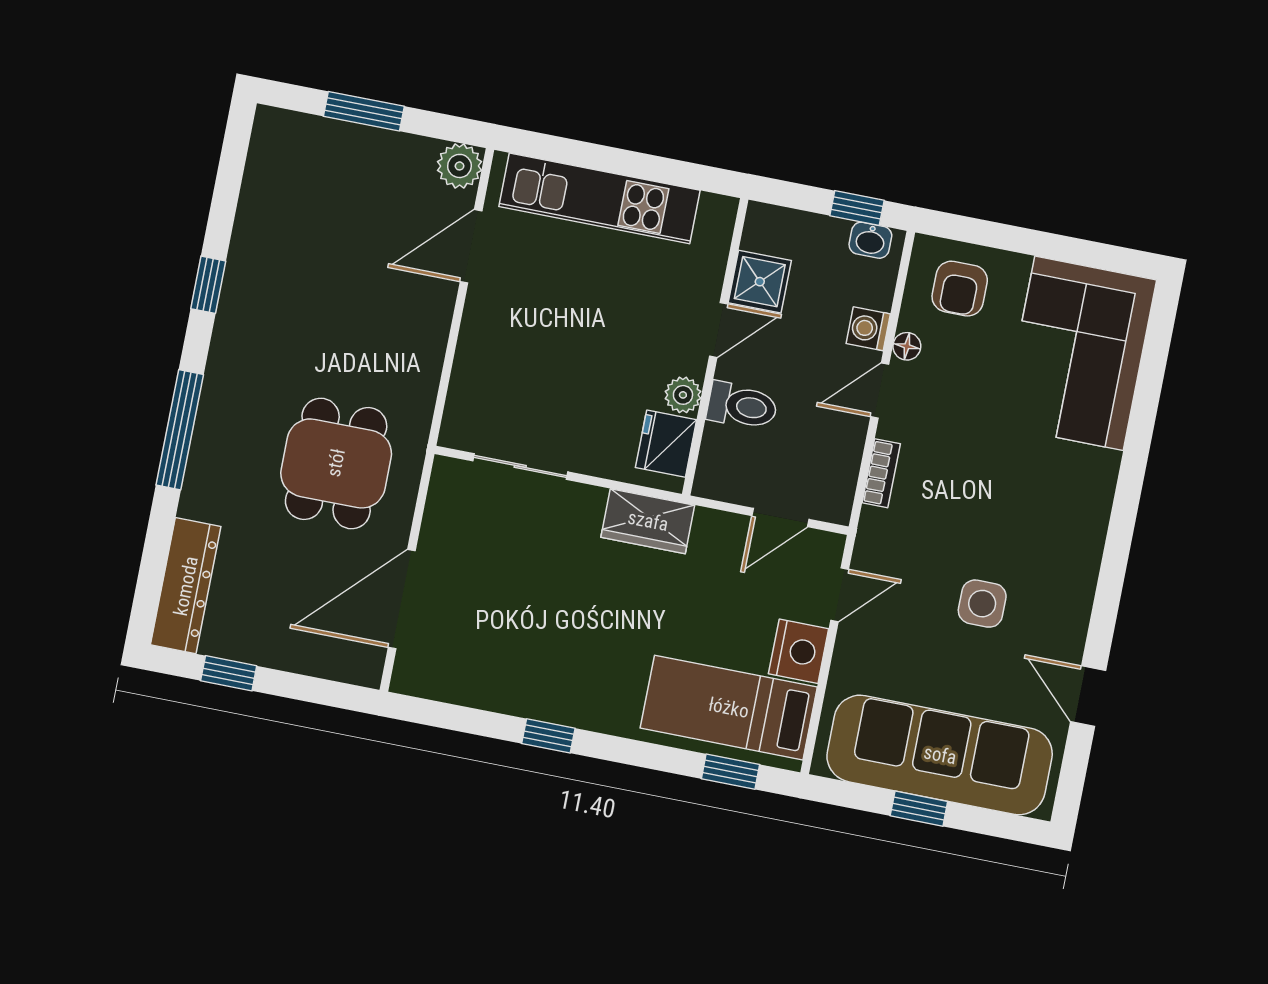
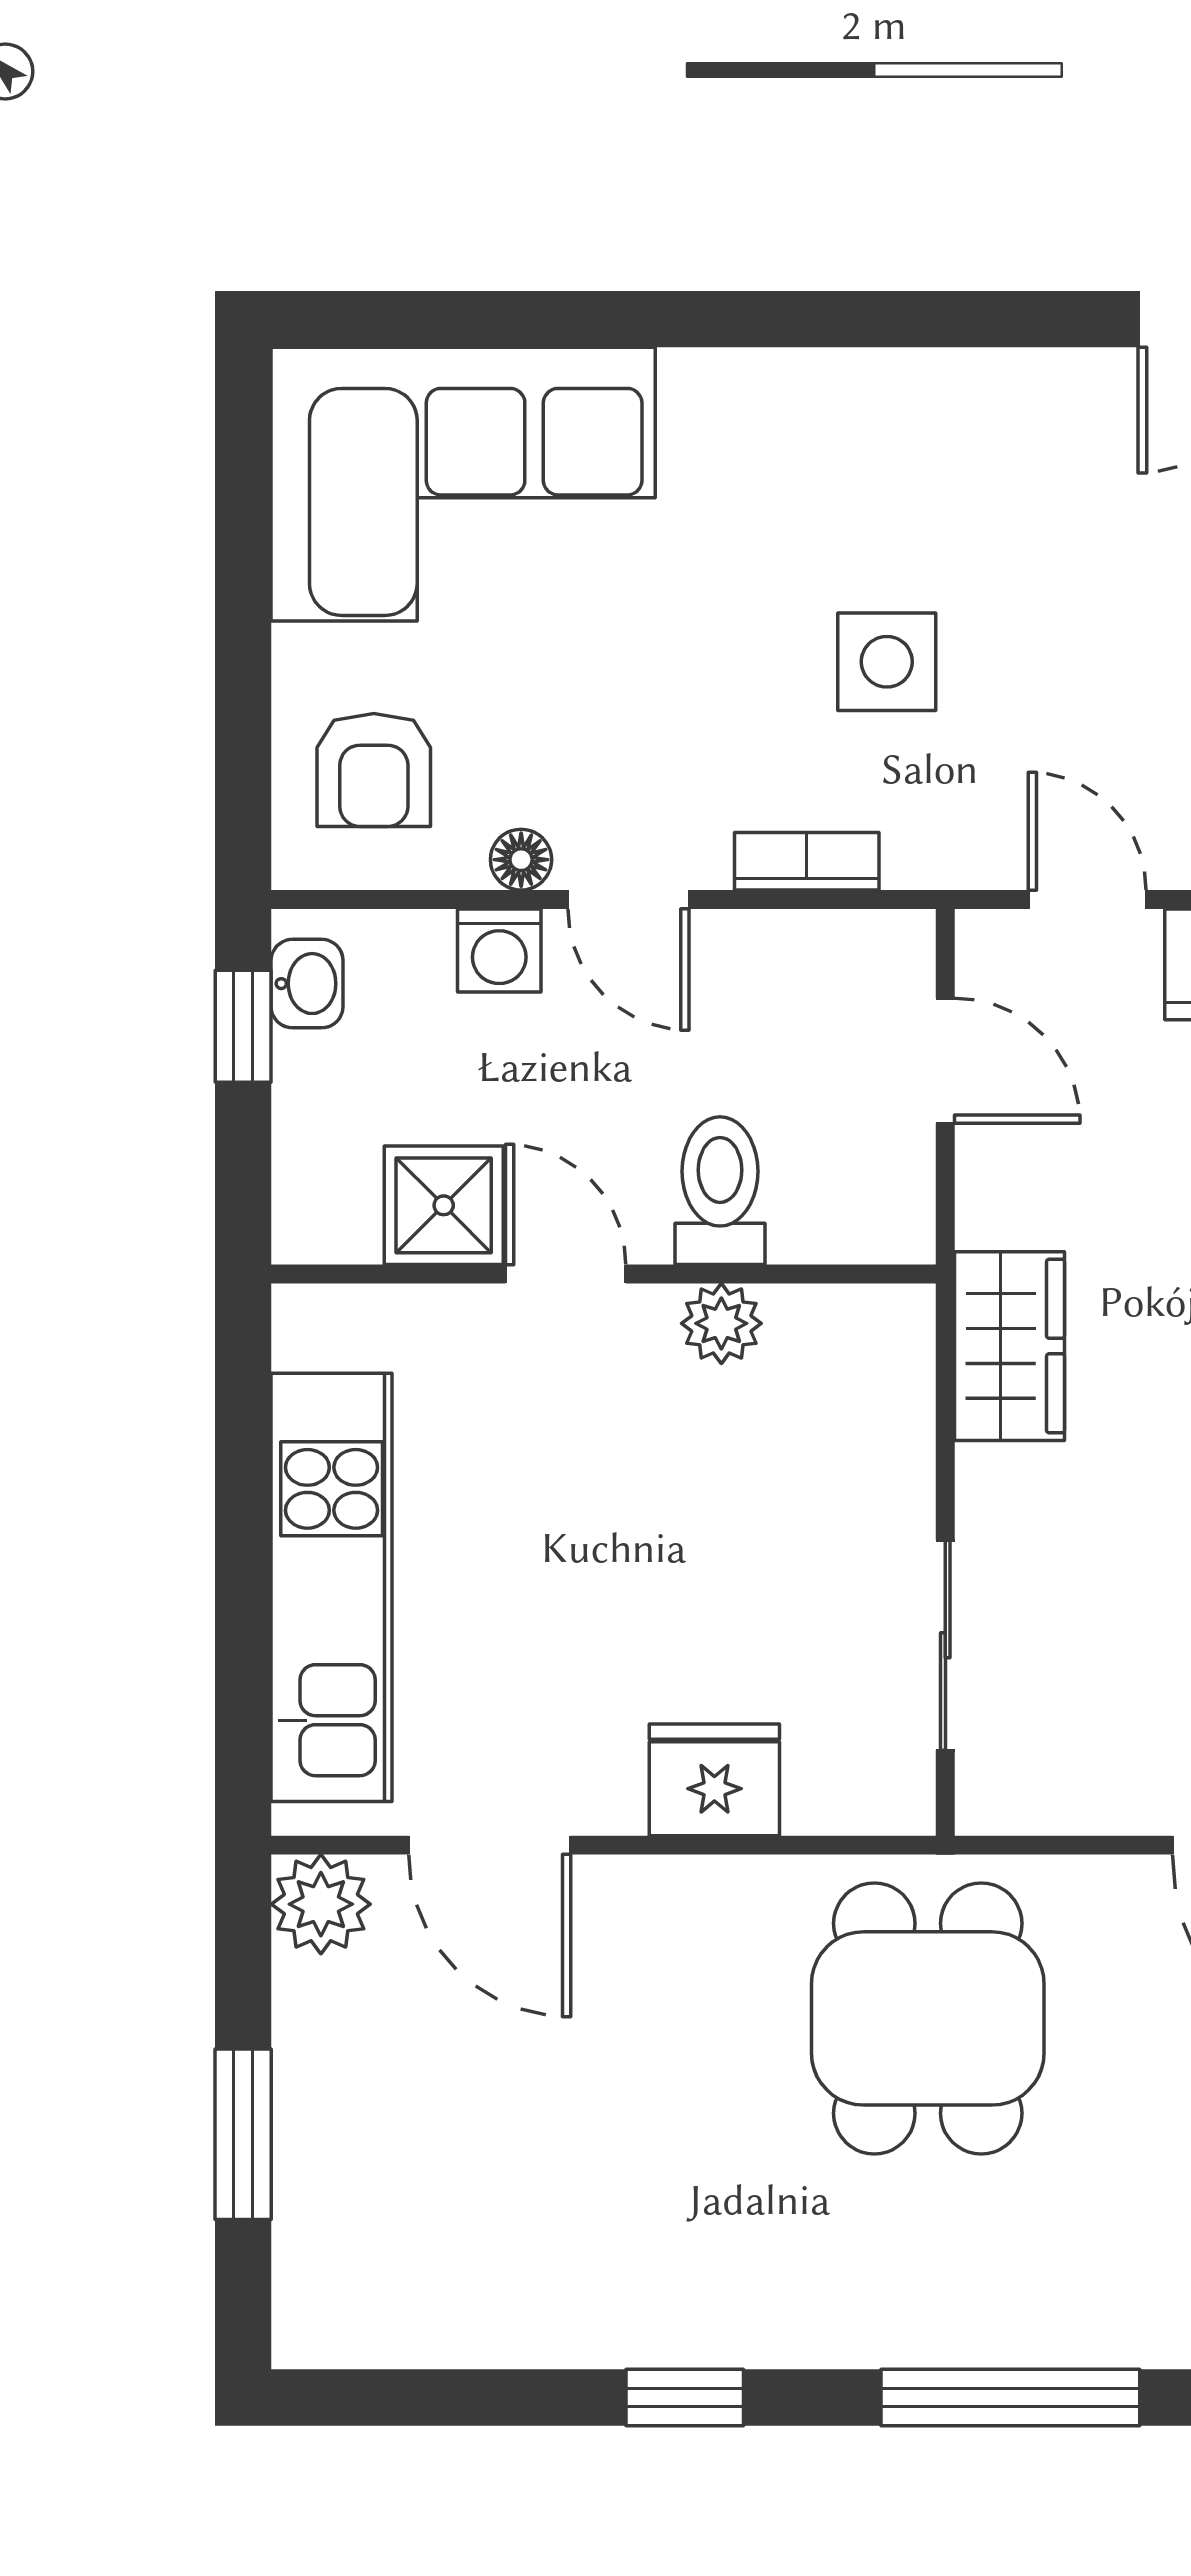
armchair: (960, 289) -> (374, 770), turned 90
fridge: (666, 444) -> (714, 1780), moved, turned 180
dining table: (336, 463) -> (928, 2018), moved, turned 90
side table: (982, 604) -> (887, 662), moved

